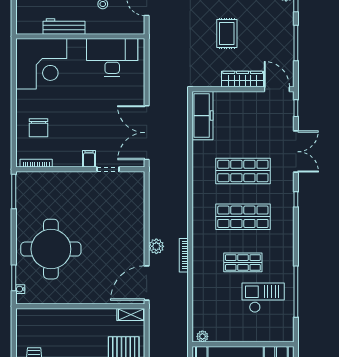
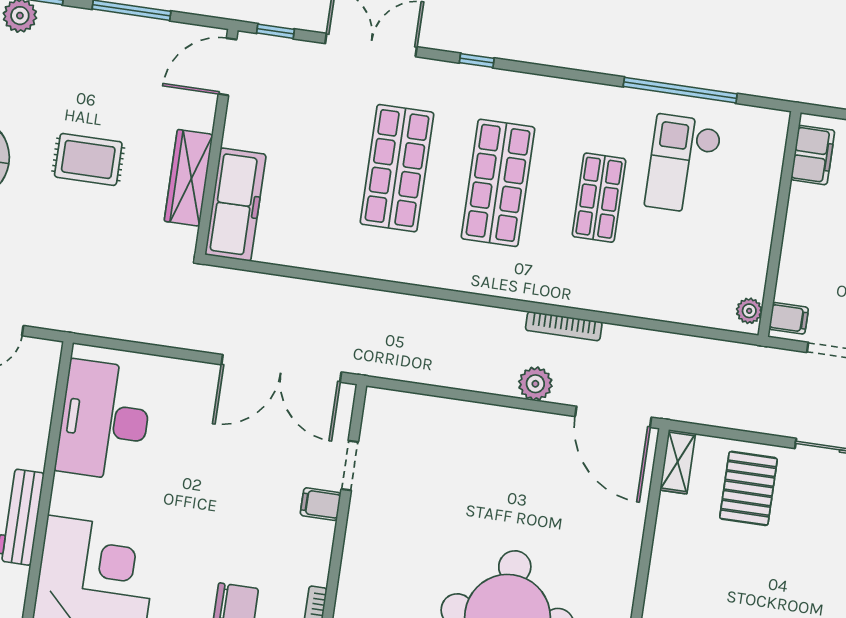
wardrobe: (243, 79) -> (189, 178), moved
freezer: (203, 116) -> (235, 205), moved, turned 90

